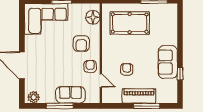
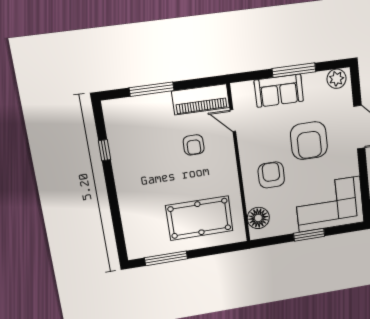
sofa: (168, 62) -> (128, 166), removed
armchair: (90, 66) -> (309, 141), moved, width x1.88, depth x1.88
piano: (139, 96) -> (201, 99), moved

